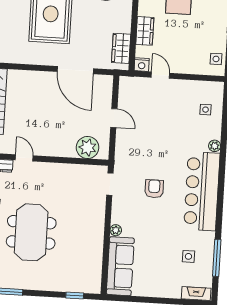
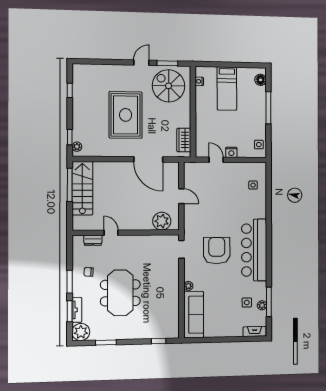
wardrobe: (145, 31) -> (202, 125), removed
nightstand: (142, 65) -> (231, 152), moved
plant: (215, 146) -> (262, 305), moved
armchair: (154, 189) -> (217, 251), width x1.88, depth x1.88

